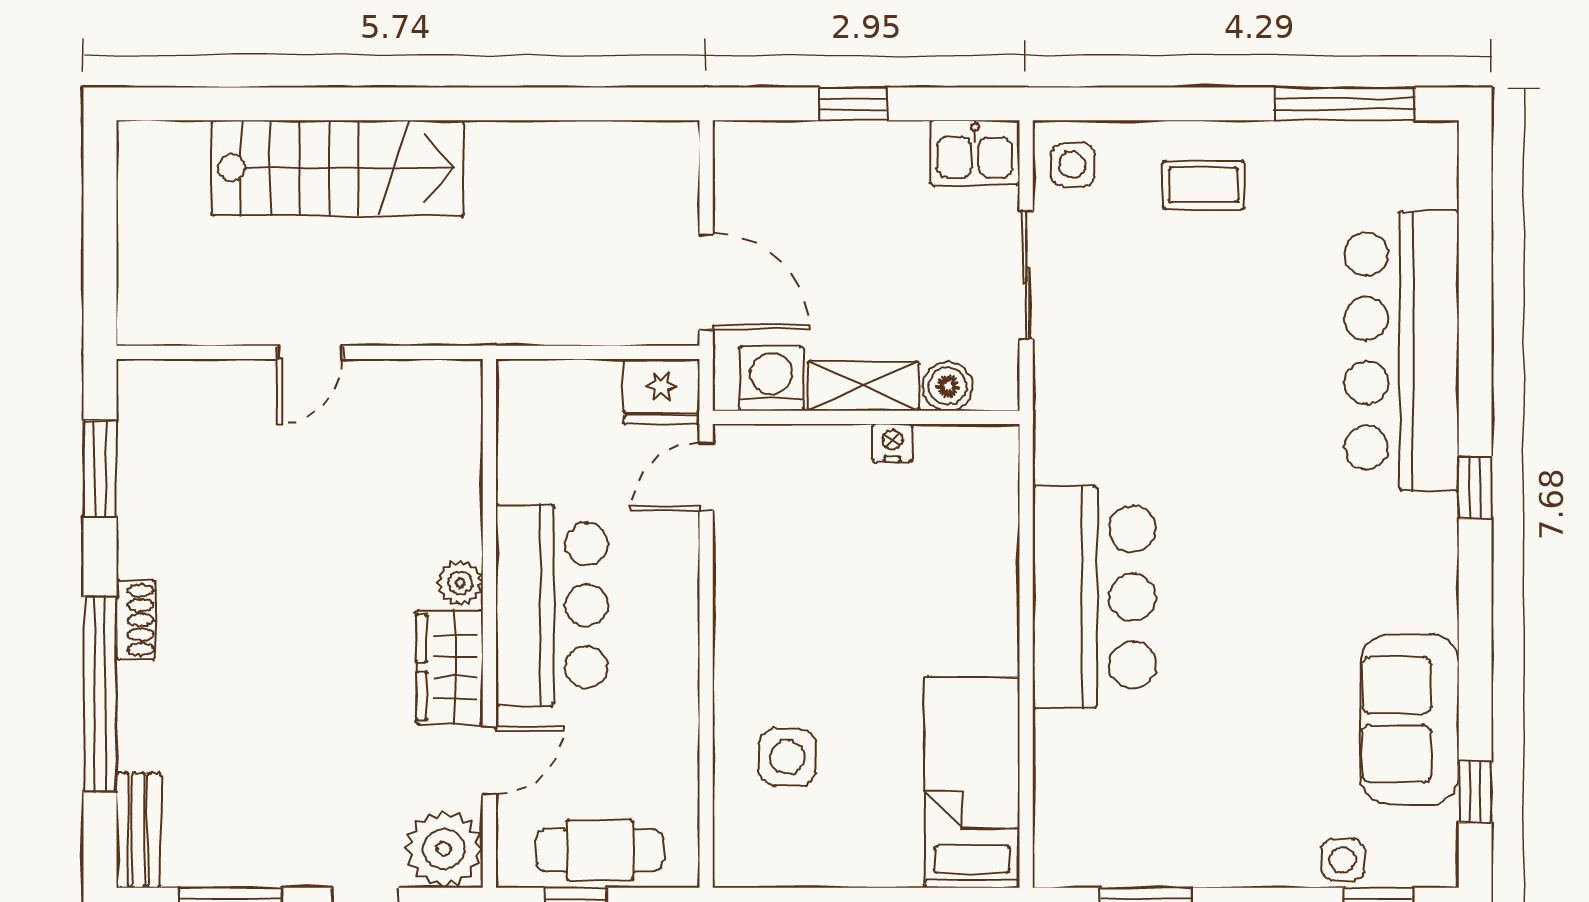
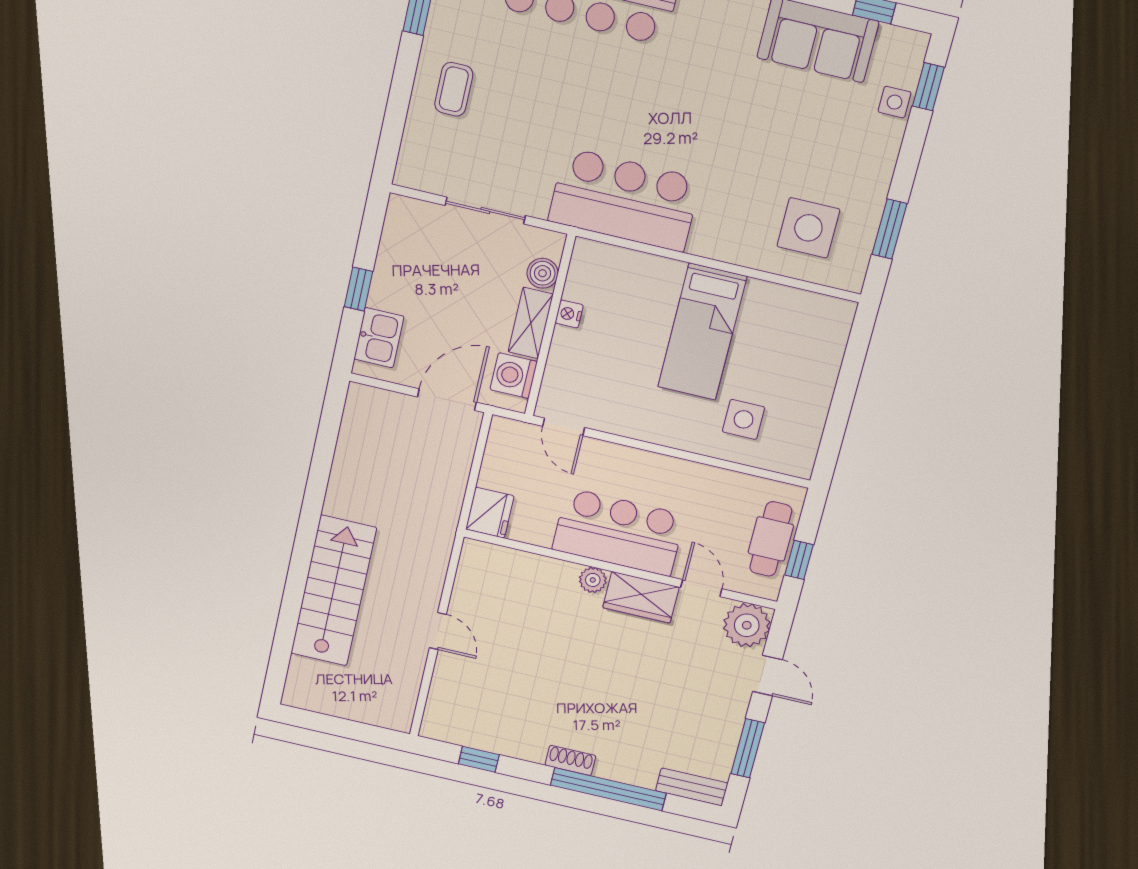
kitchen sink: (975, 153) -> (379, 338), moved
side table: (1073, 165) -> (808, 228), moved, width x1.87, depth x1.87
fridge: (662, 392) -> (490, 513), moved
window: (100, 469) -> (479, 759), width x0.67
bar counter: (1094, 597) -> (624, 200), moved
bed: (972, 782) -> (702, 332), moved, turned -90

